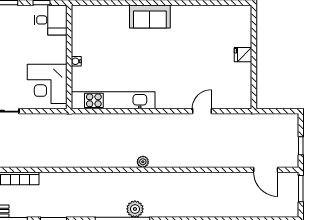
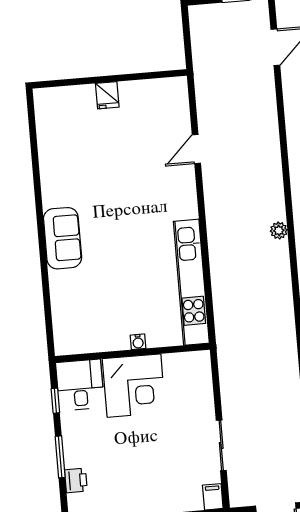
corner desk: (47, 84) -> (134, 386), moved
door: (202, 111) -> (196, 149), hinge flipped

